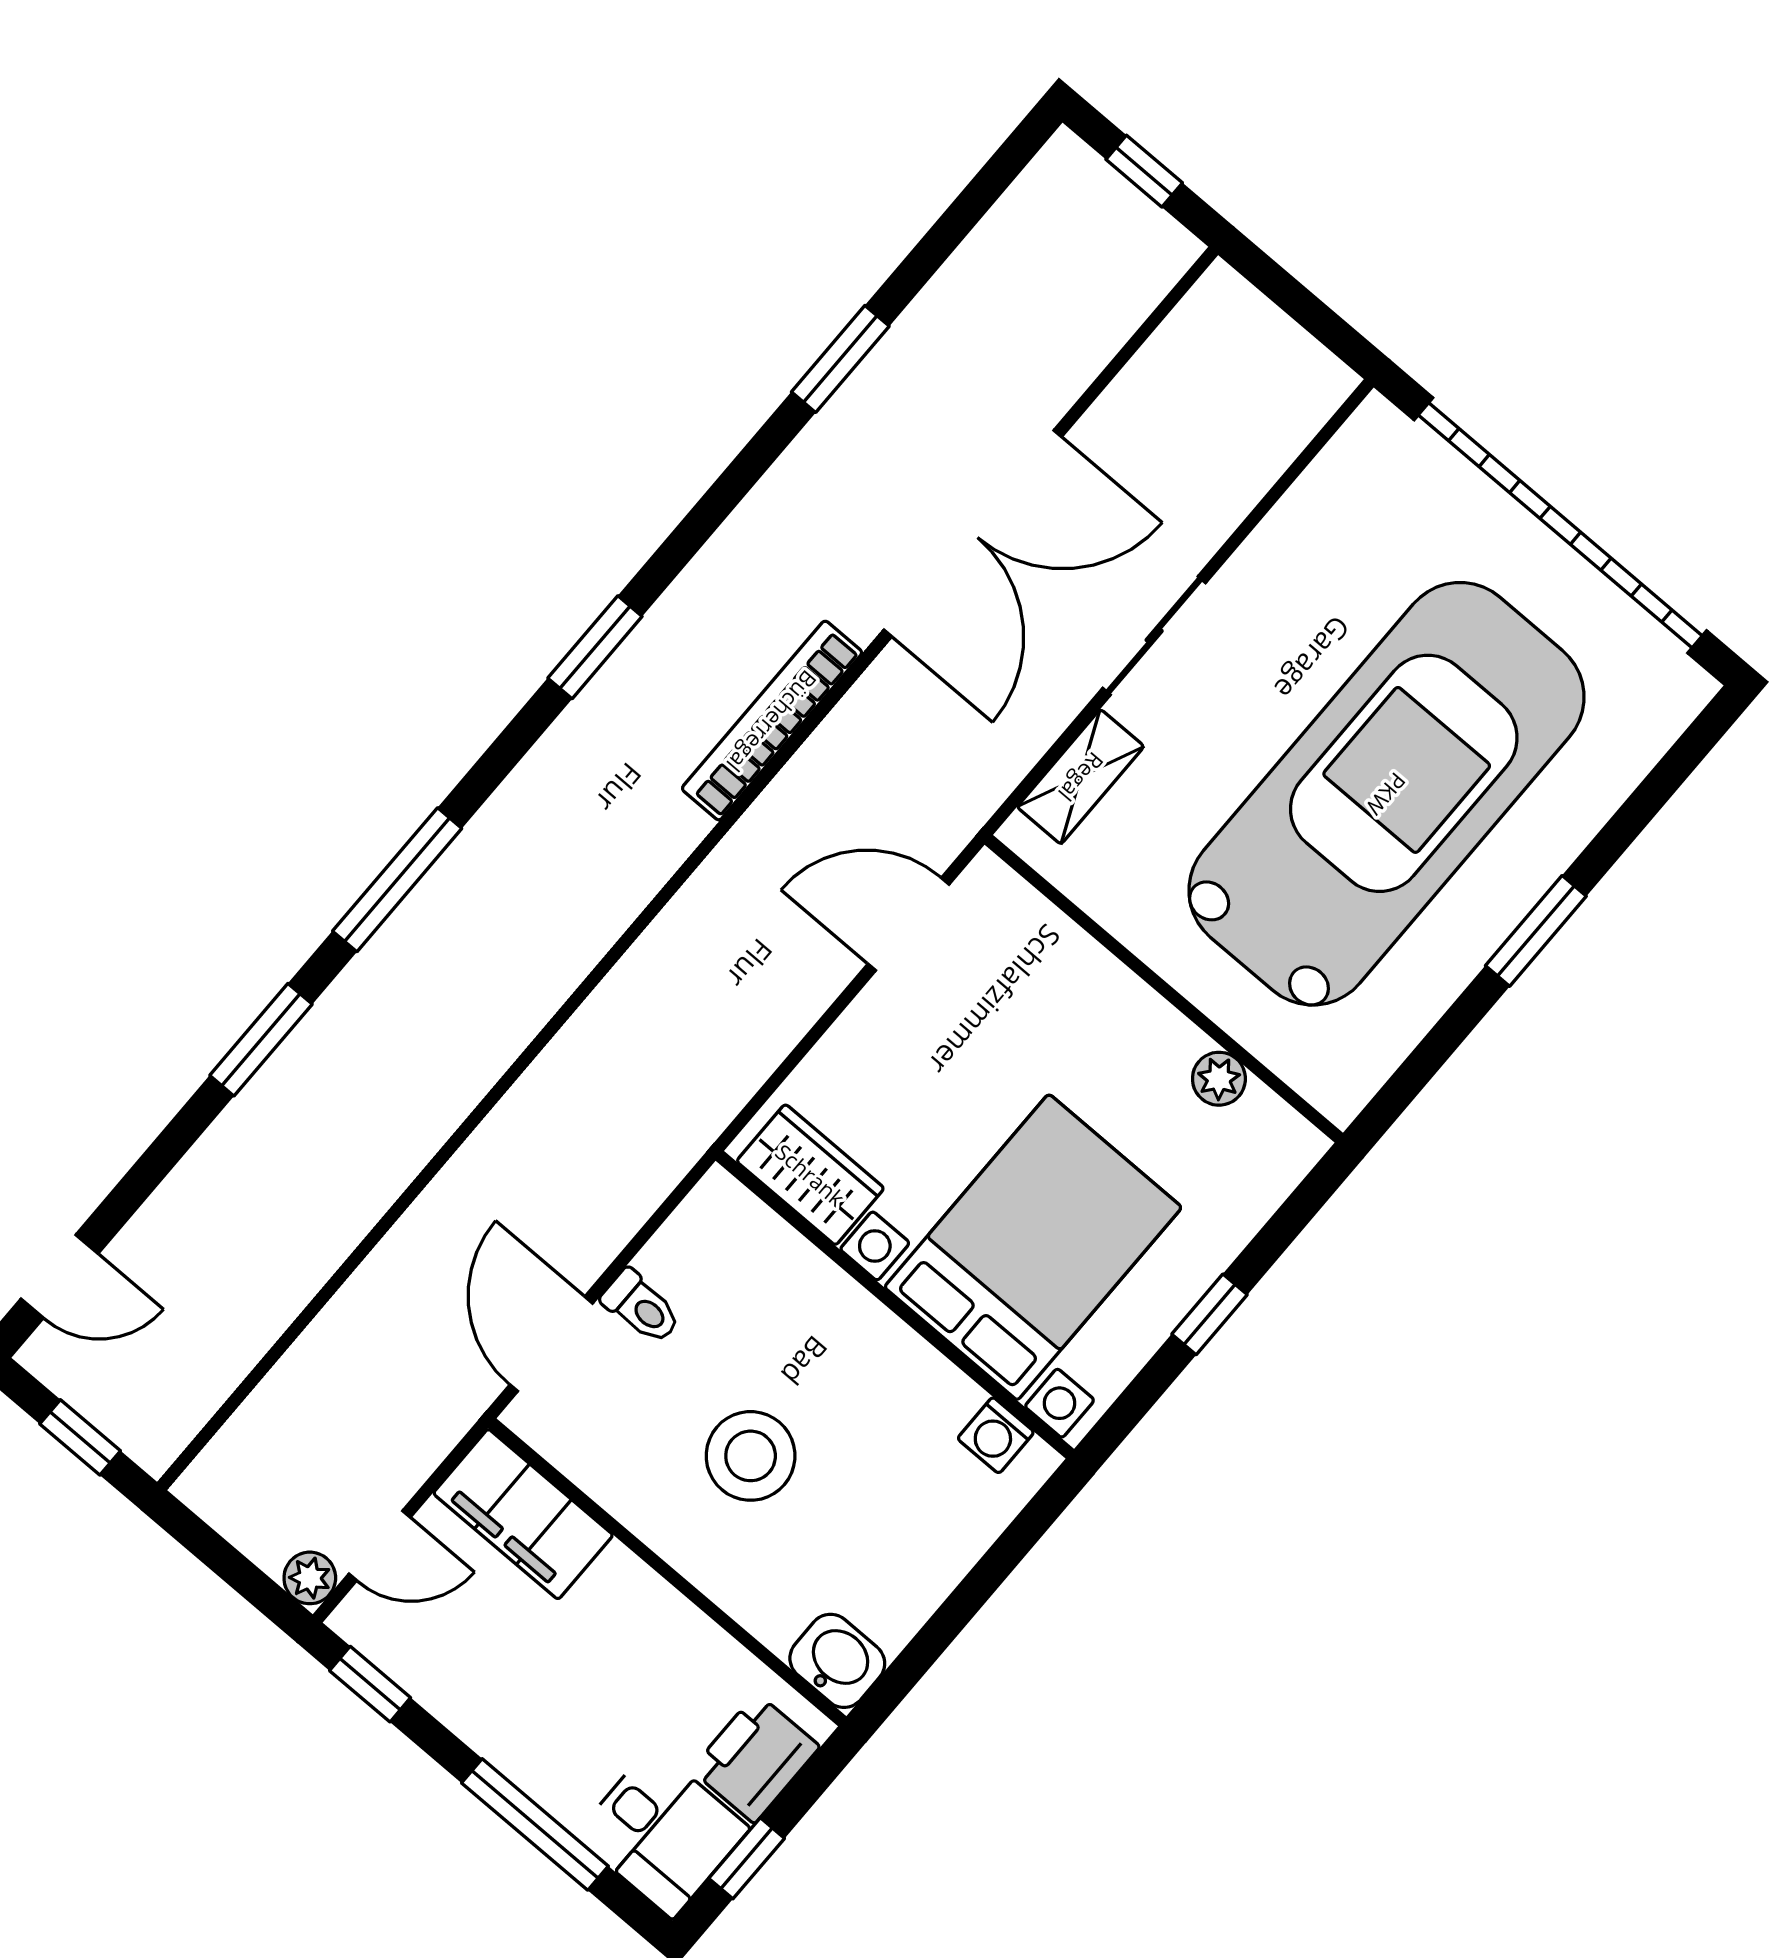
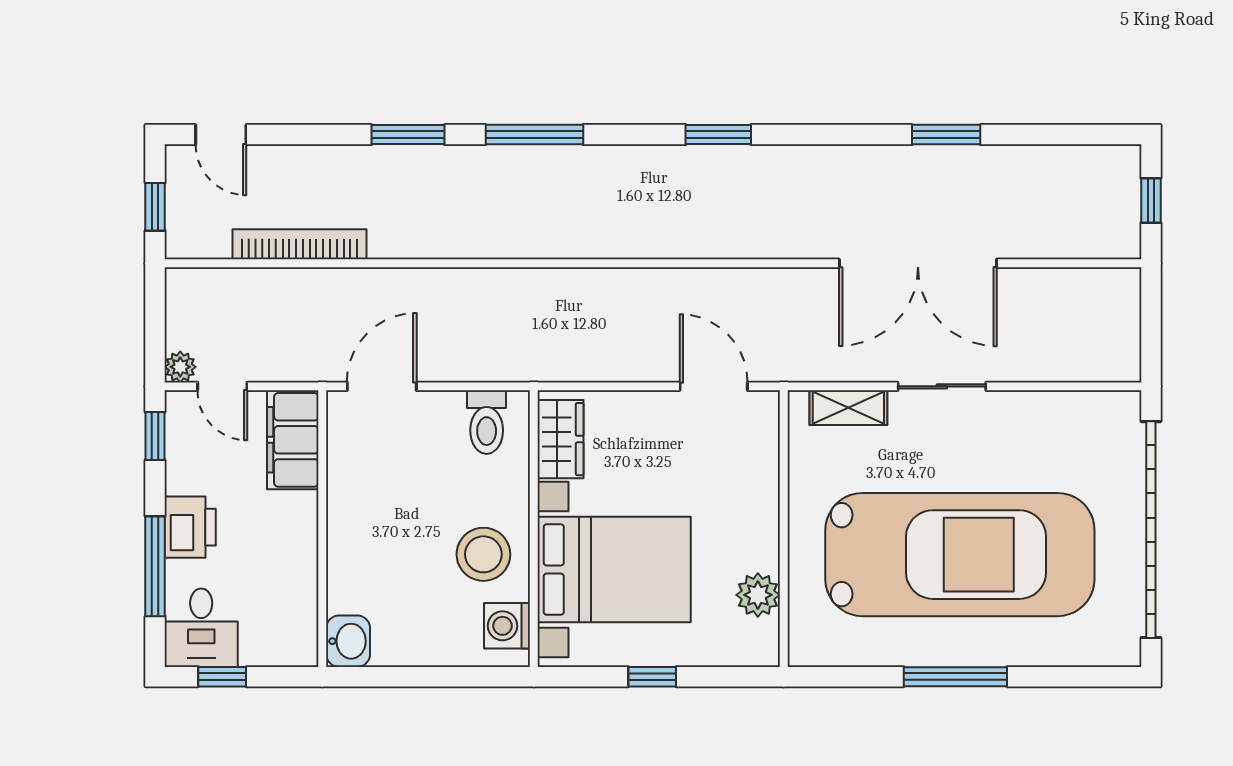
bookcase: (772, 721) -> (300, 244), moved
window: (1536, 931) -> (955, 677), width x1.44
plant: (1219, 1079) -> (758, 595), width x1.38, depth x1.38
toilet: (641, 1307) -> (487, 422), moved, width x1.37, depth x1.39
washing machine: (996, 1435) -> (507, 626), width x1.38, depth x1.38
stool: (751, 1456) -> (483, 554), moved
printer: (755, 1758) -> (190, 527), moved, turned 90

